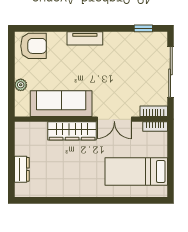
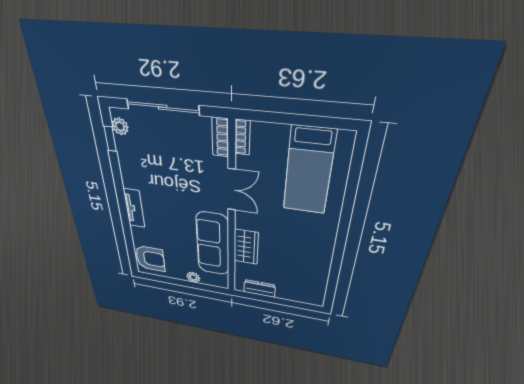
plant: (154, 38) -> (120, 126), added
armchair: (34, 46) -> (150, 259), turned 90
wardrobe: (72, 131) -> (246, 247), width x0.67
dresser: (22, 169) -> (260, 288), moved

